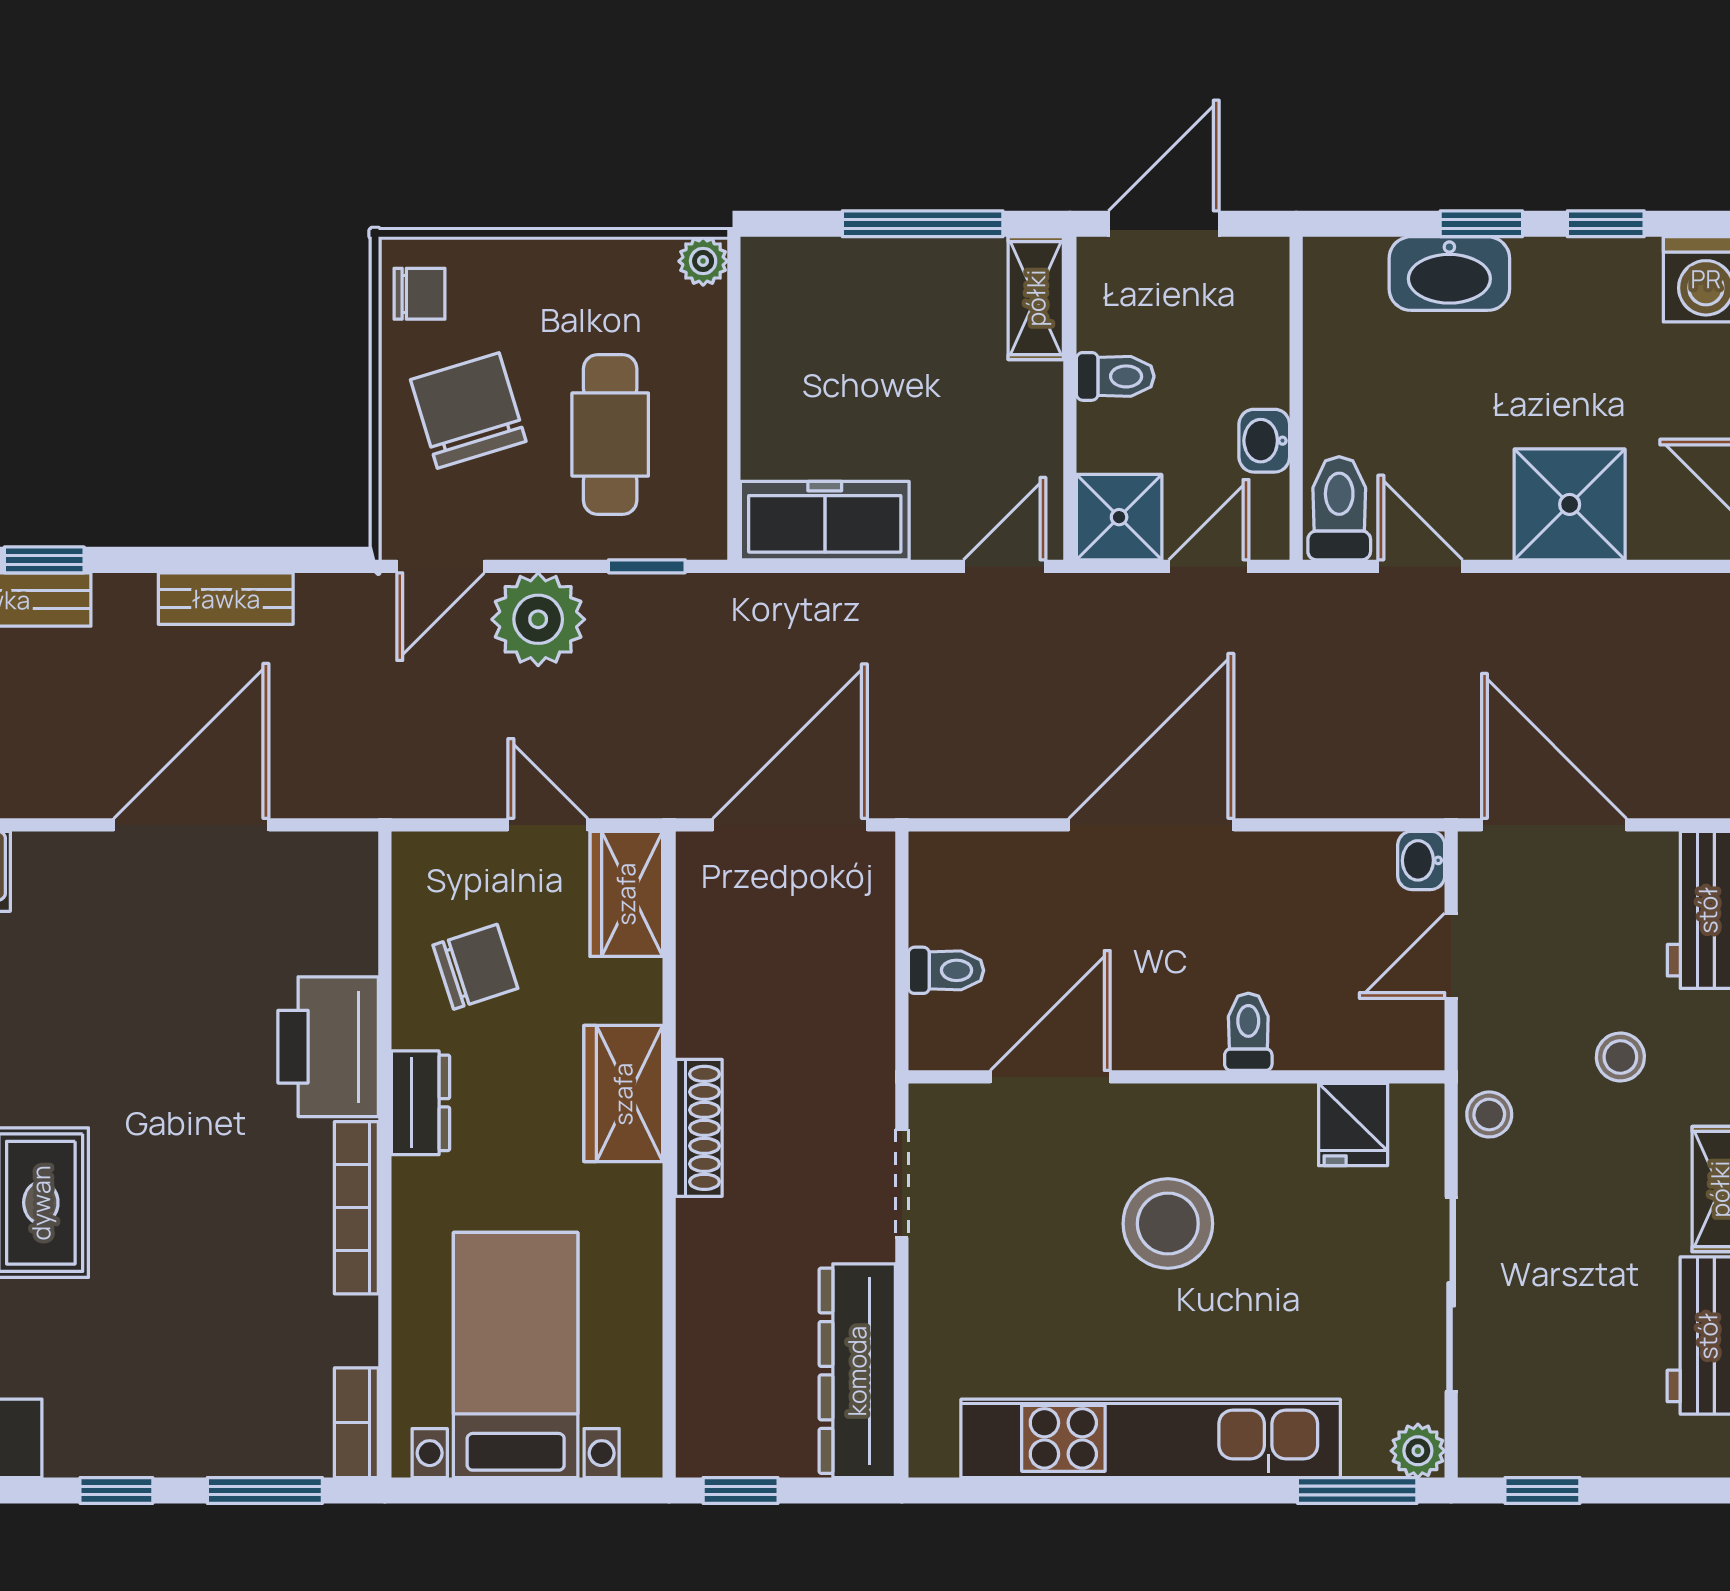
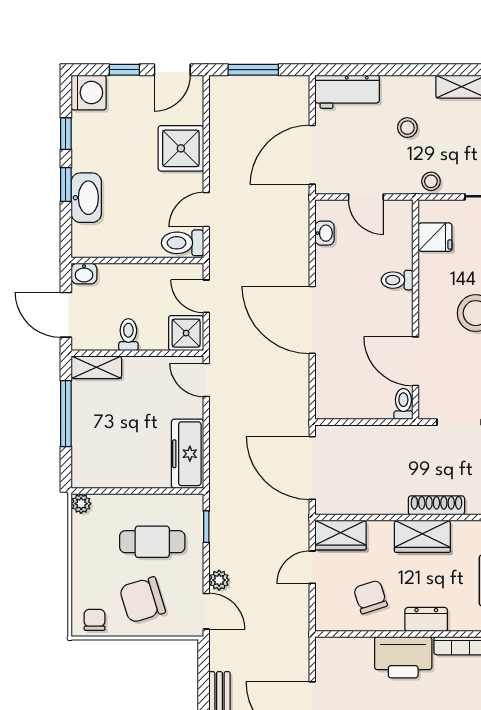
washbasin: (1264, 441) -> (84, 274), moved
plant: (538, 619) -> (219, 580), width x0.53, depth x0.53
washbasin: (1421, 860) -> (325, 233), moved, turned -90
toilet: (946, 970) -> (403, 404), moved

